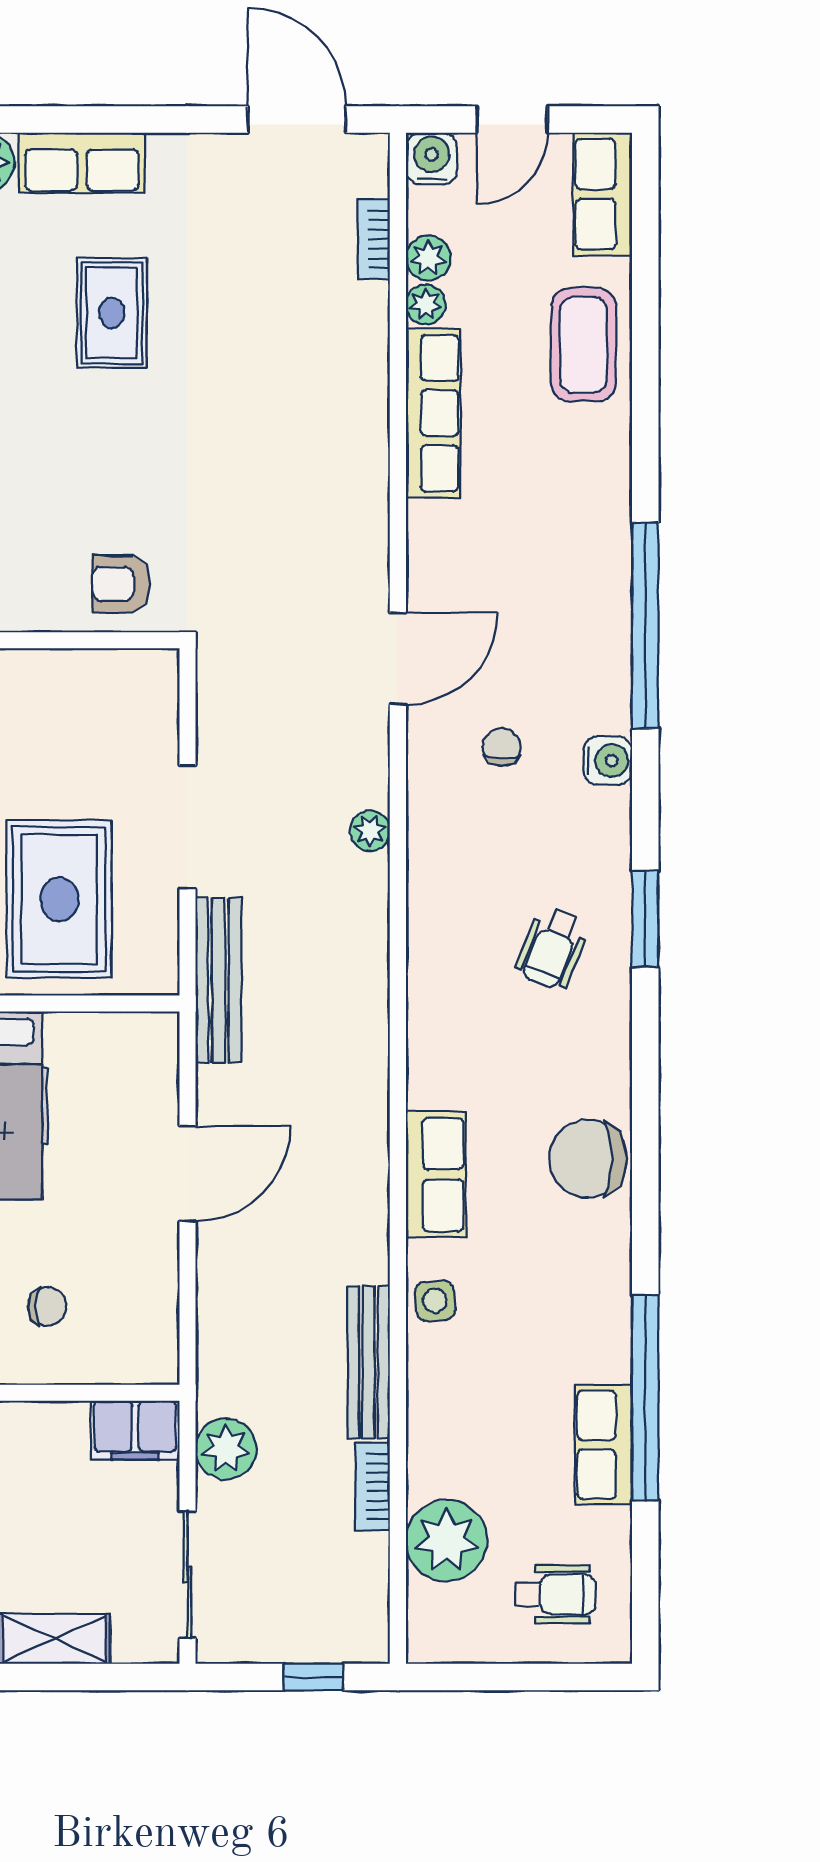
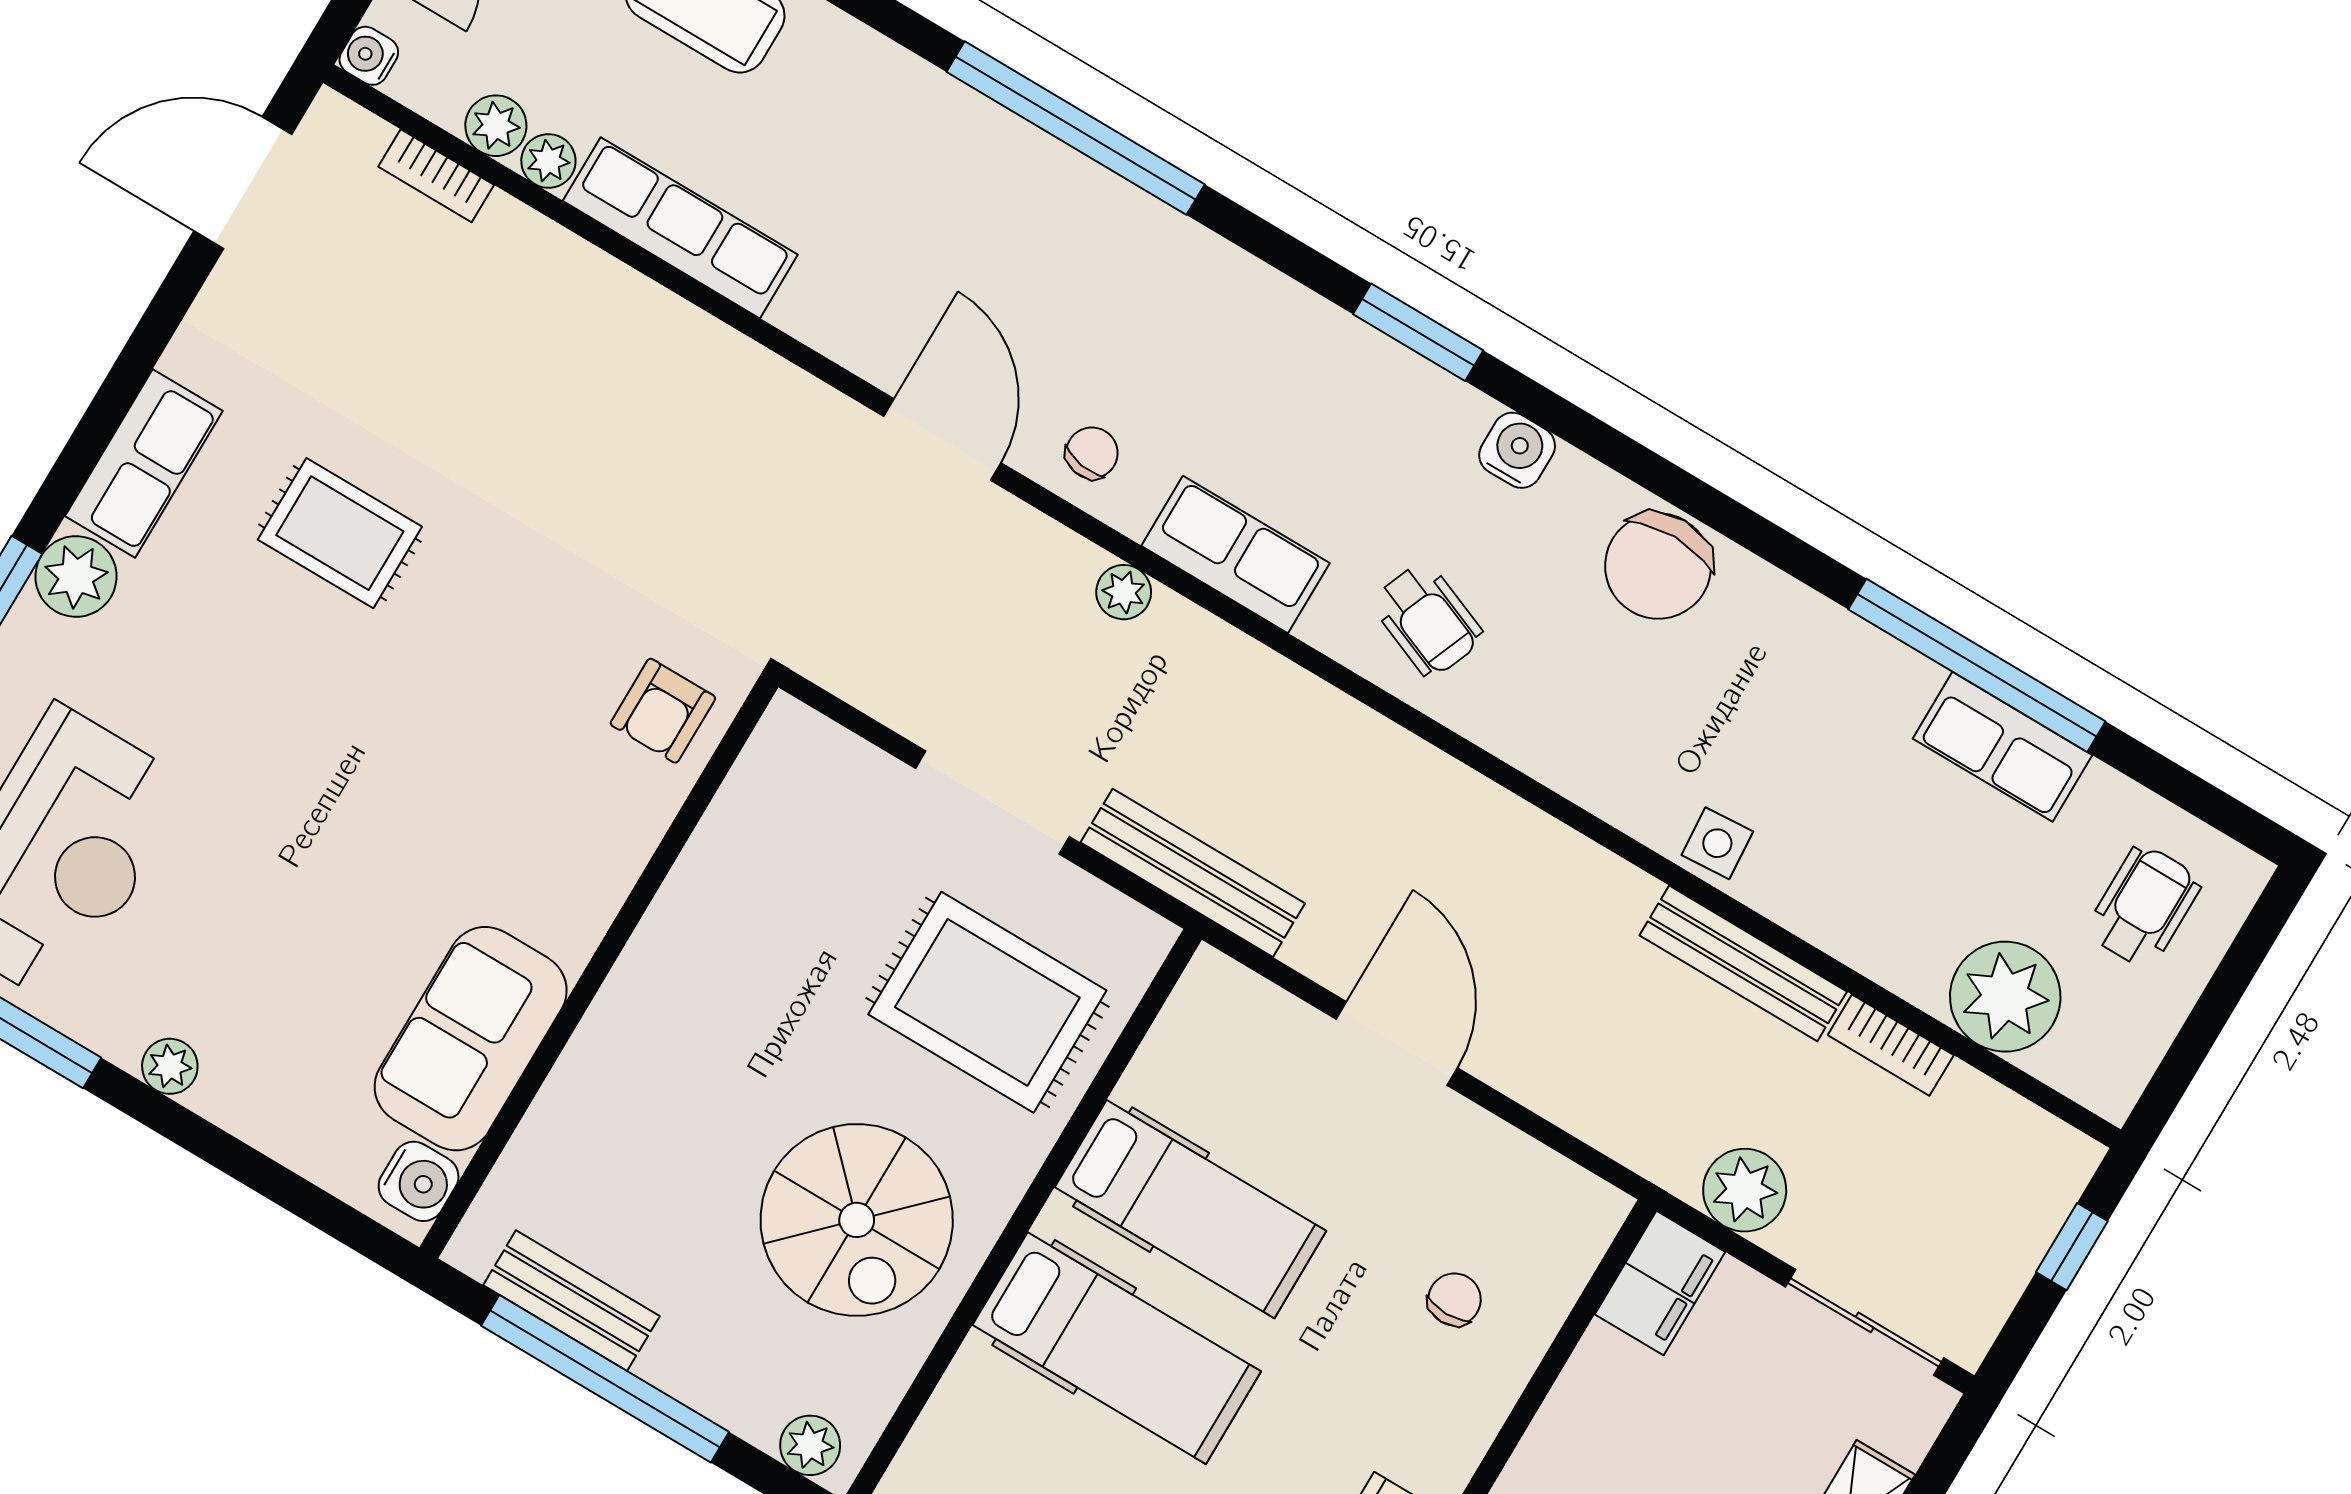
water cooler: (432, 158) -> (369, 56), width x0.72, depth x0.72
chair: (502, 747) -> (1092, 453), moved, turned 99
water cooler: (608, 761) -> (1517, 450), moved
wheelchair: (552, 948) -> (1427, 620), moved
row of seats: (436, 1174) -> (1235, 554), moved

